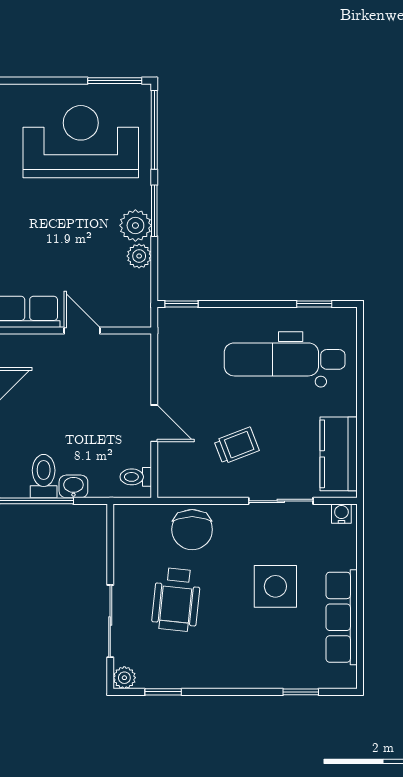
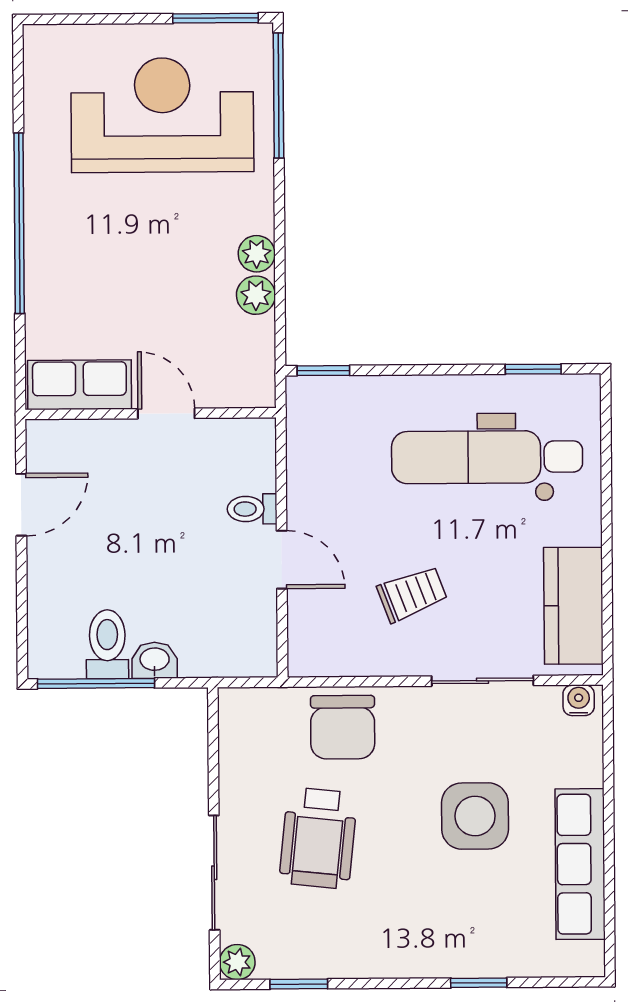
window: (154, 211) -> (279, 223), removed
plant: (135, 225) -> (257, 254), width x0.73, depth x0.73
toilet: (136, 477) -> (252, 509), moved
window: (301, 692) -> (479, 983), moved

